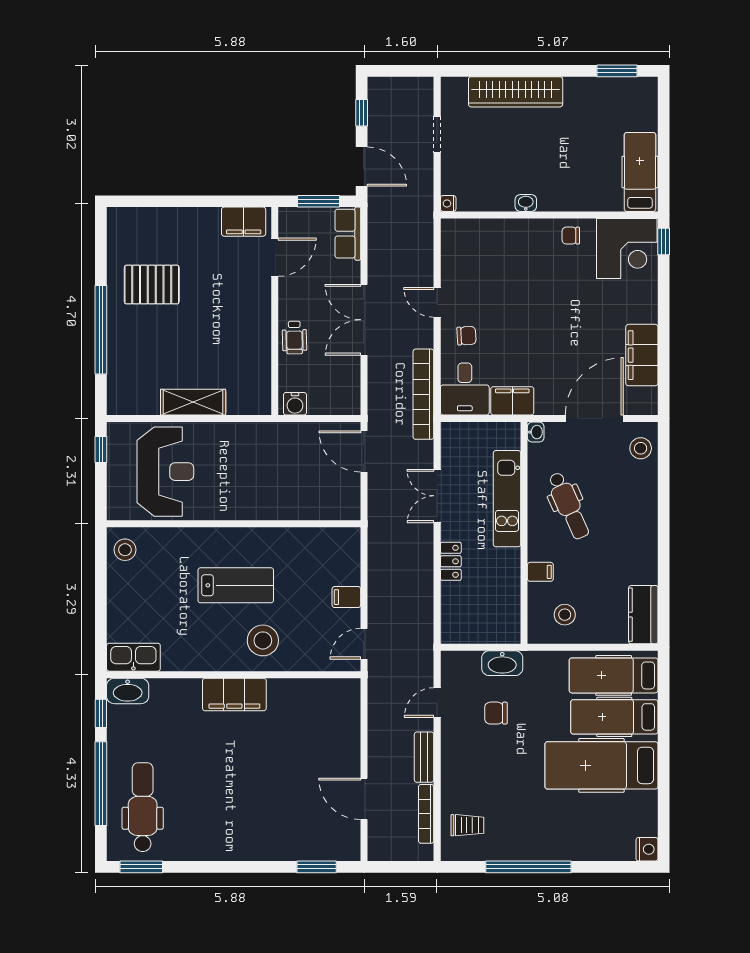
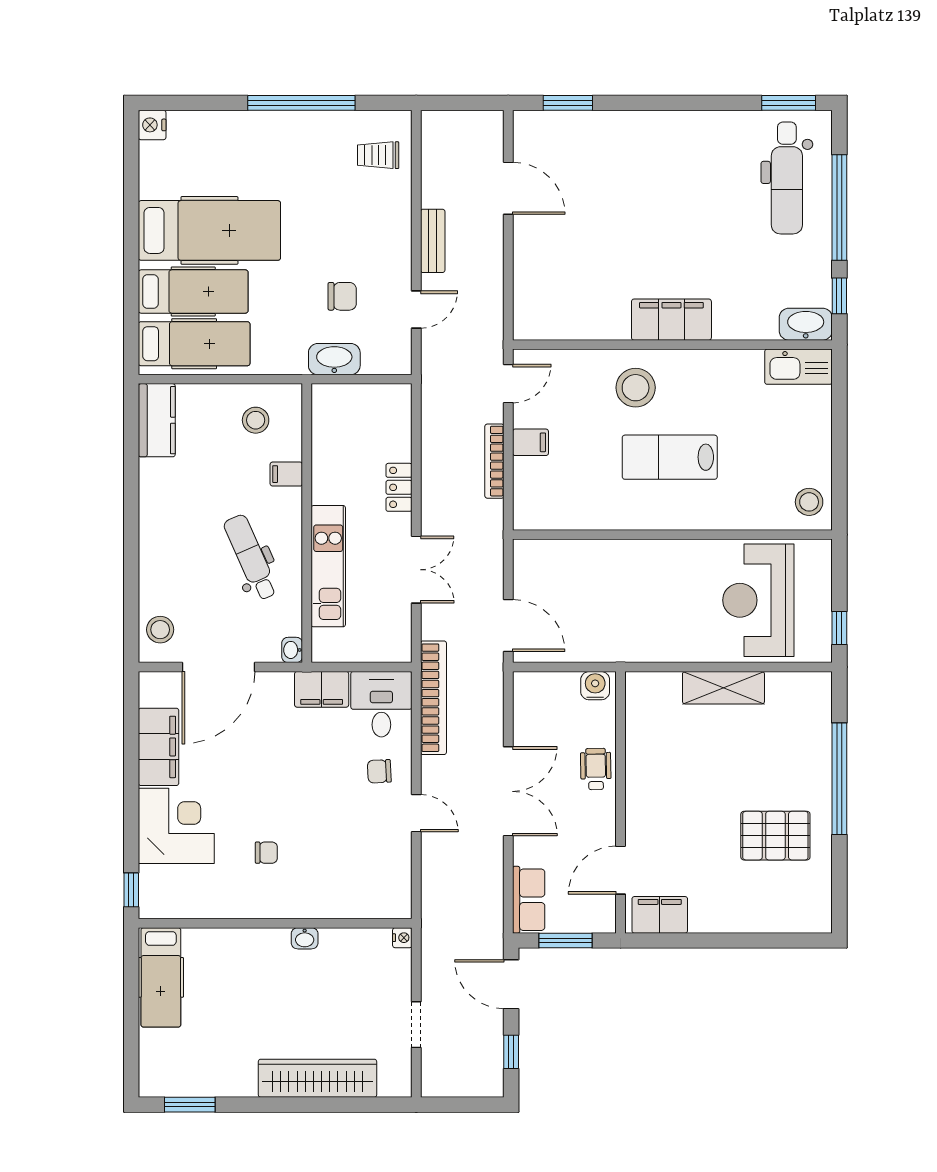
chair: (571, 236) -> (266, 853), moved
corner desk: (627, 248) -> (176, 826), moved, turned 90
bookcase: (426, 814) -> (494, 461), moved, turned 180

